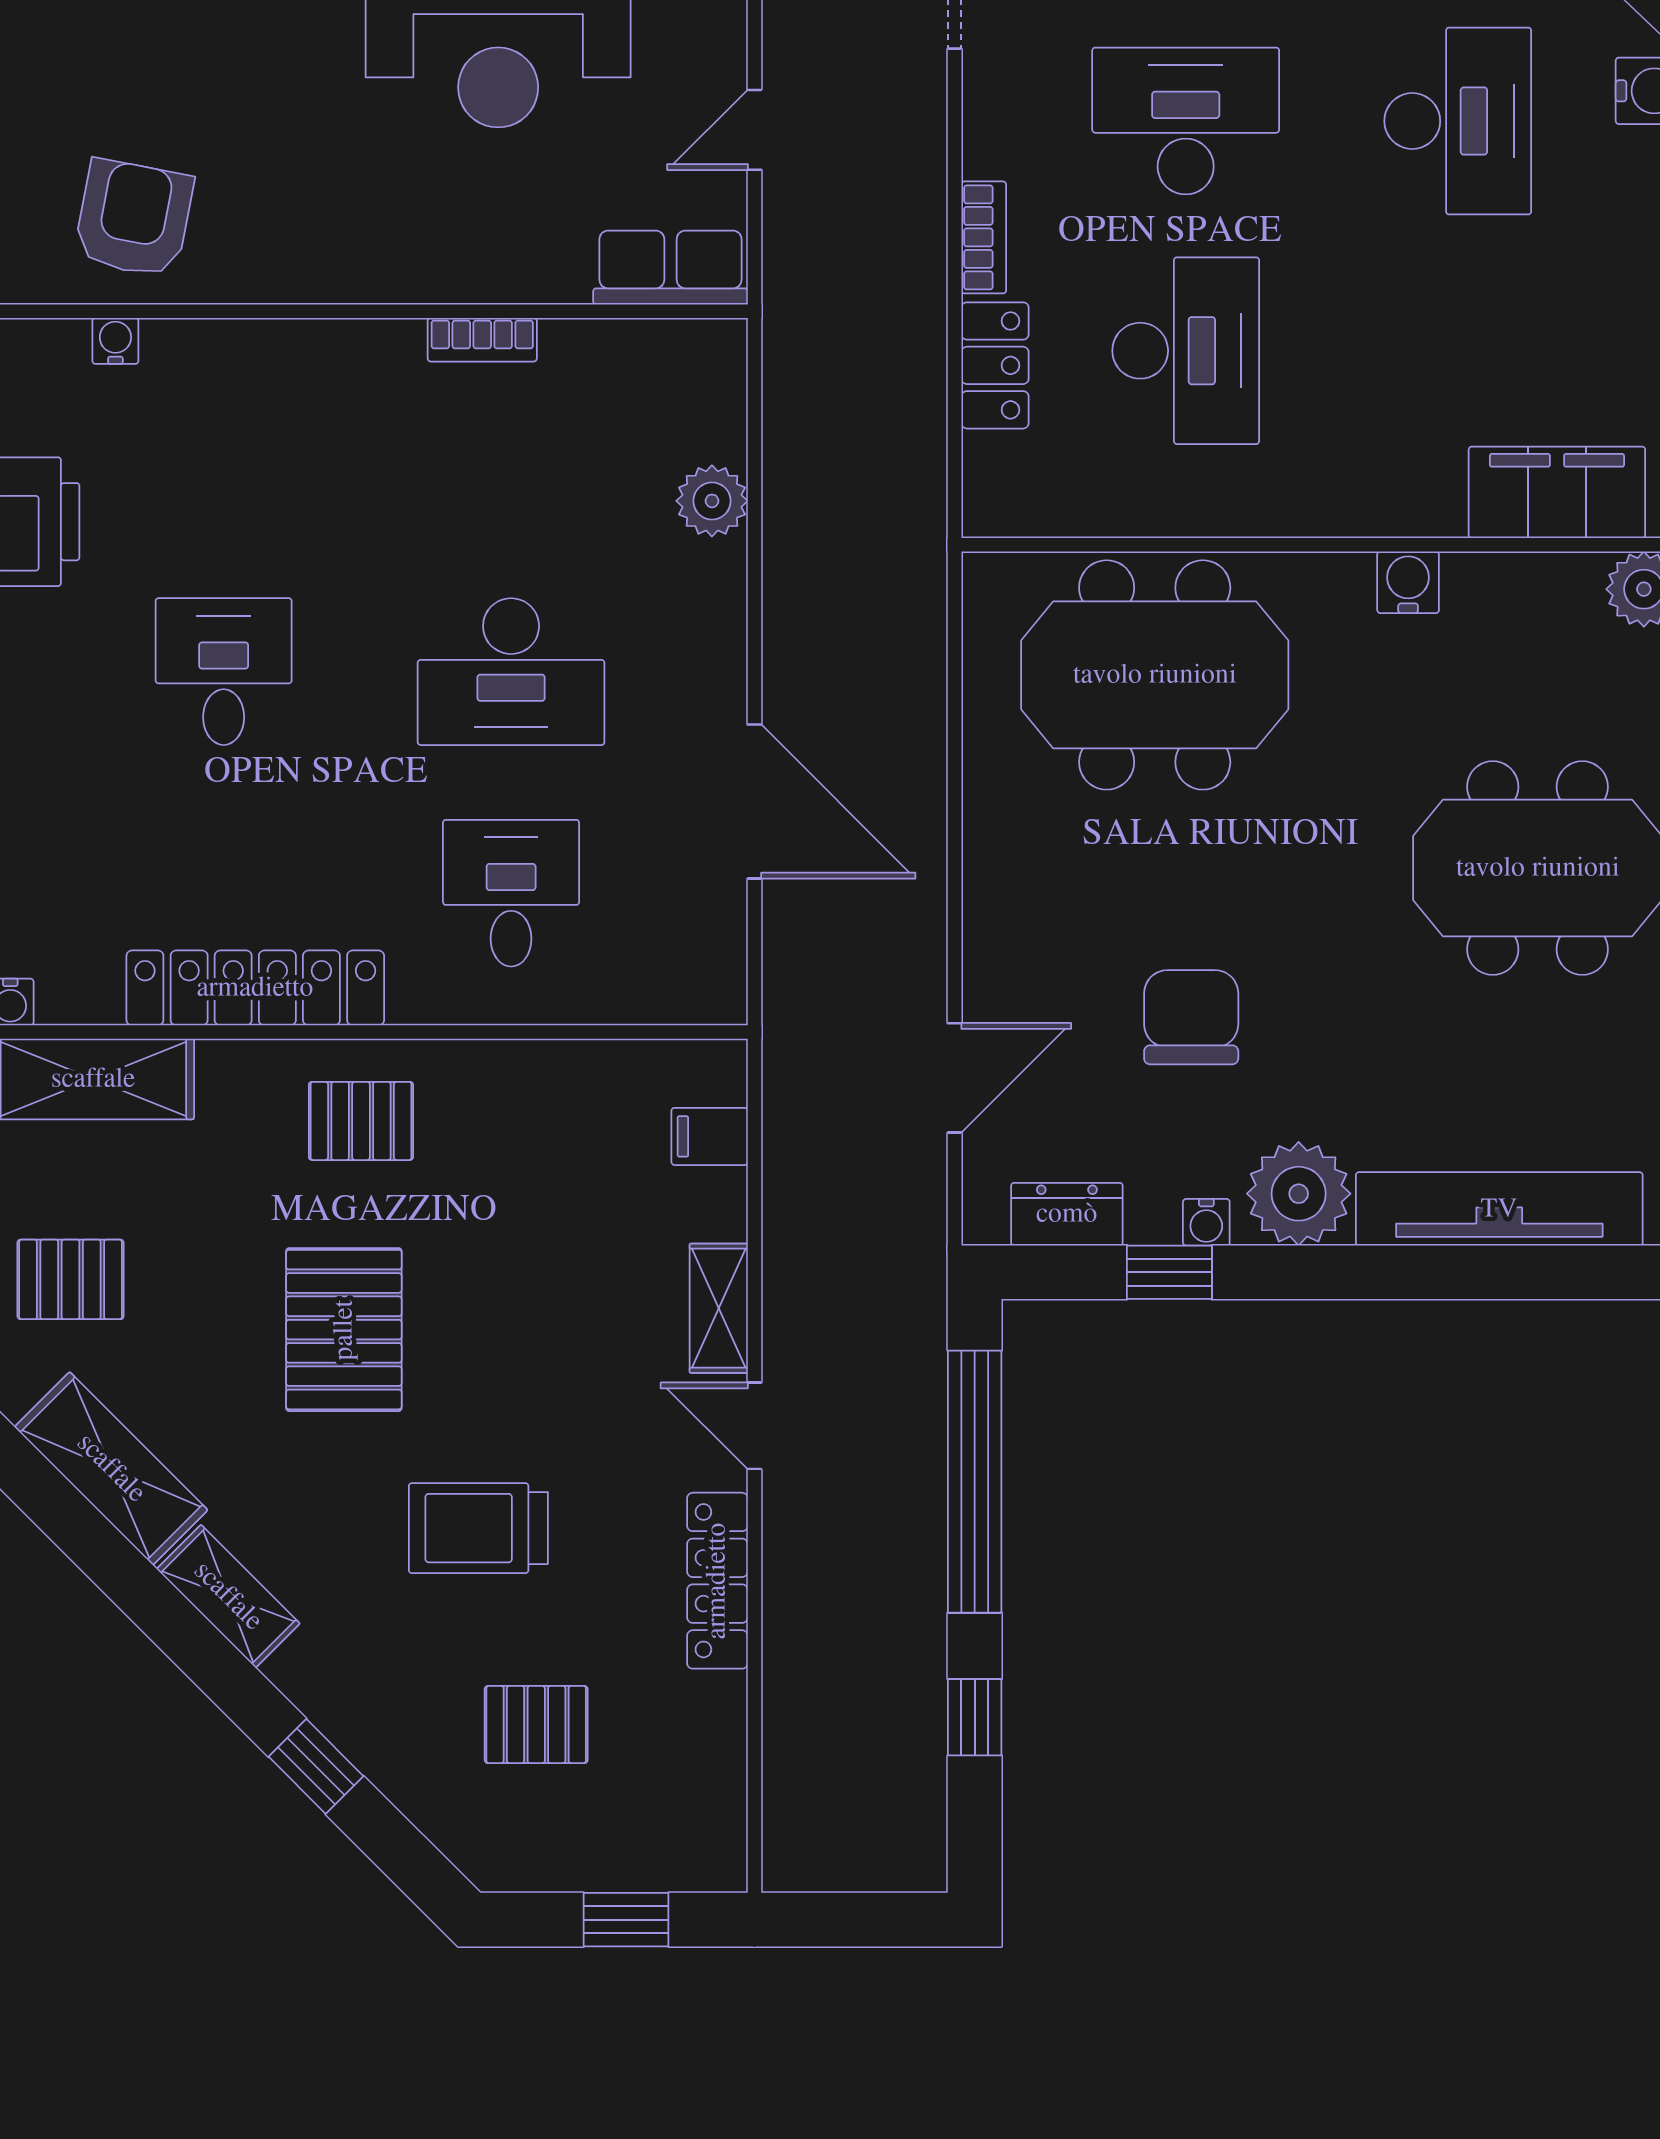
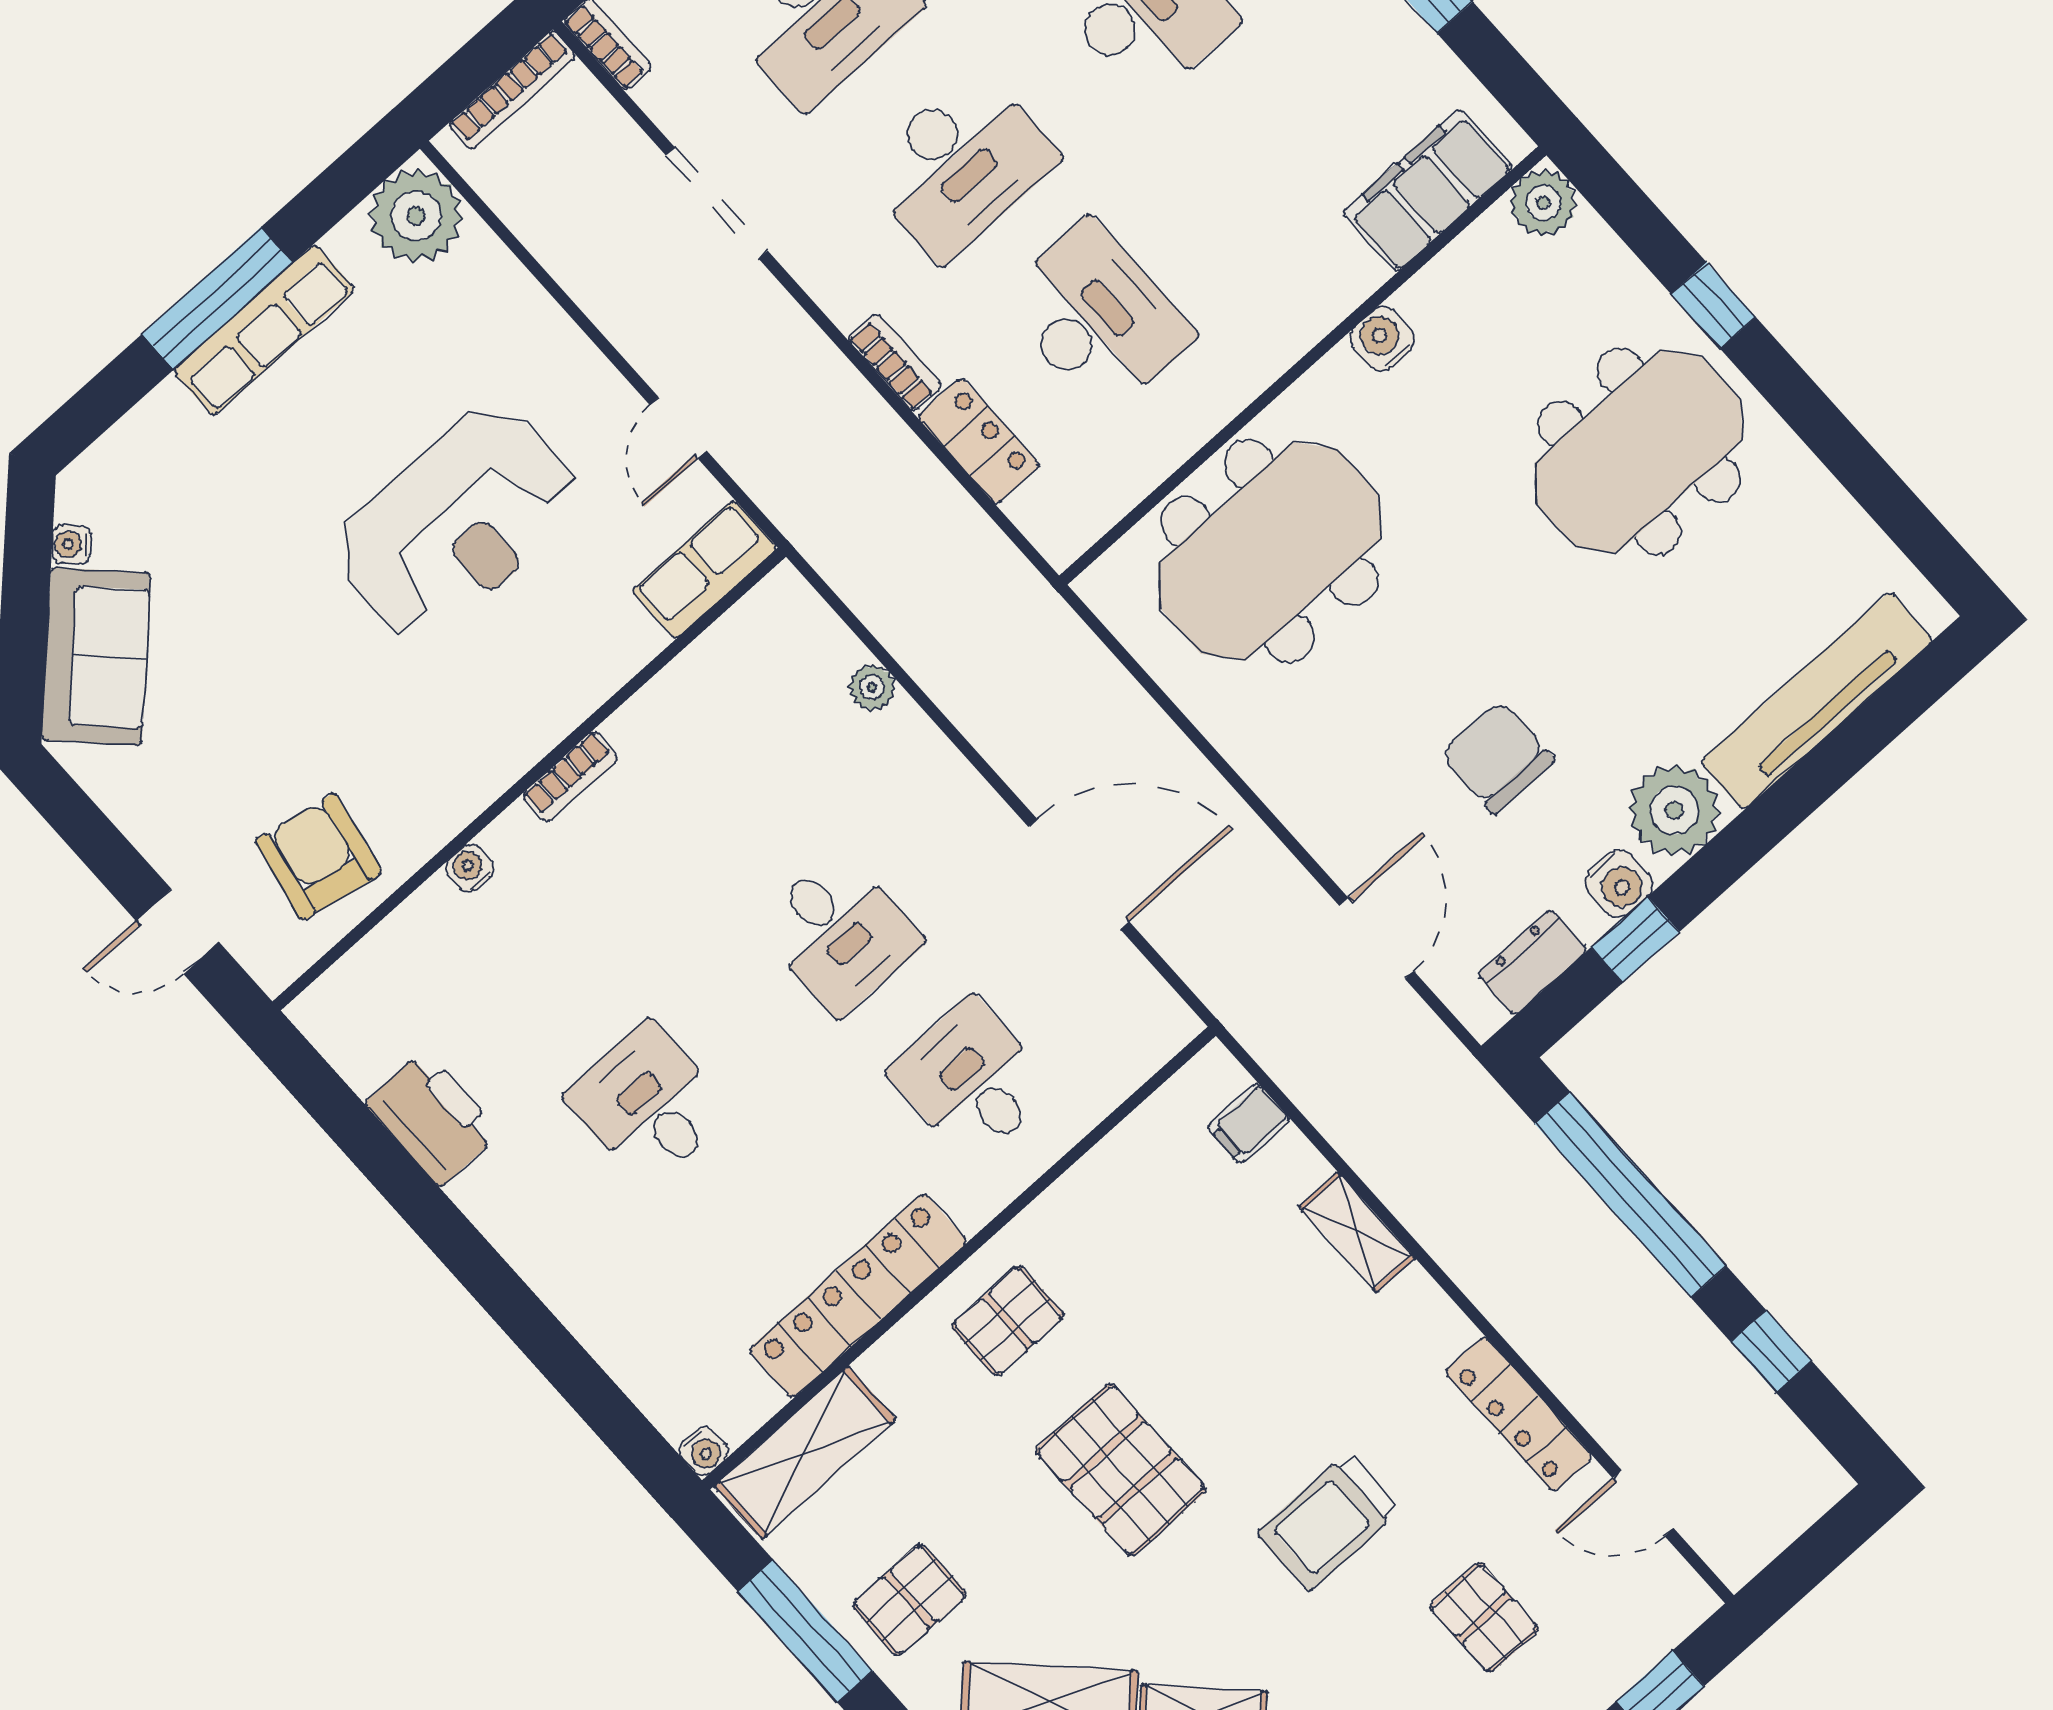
desk: (1186, 121) -> (960, 165), turned 180
bookcase: (482, 340) -> (570, 777), moved
water cooler: (115, 341) -> (470, 868), moved
plant: (712, 501) -> (872, 687), width x0.73, depth x0.73
desk: (511, 672) -> (840, 933), width x0.73
water cooler: (1206, 1222) -> (1619, 884), width x1.38, depth x1.38
door: (754, 1426) -> (1643, 1503), moved
pallet: (536, 1725) -> (1484, 1618), turned 90

